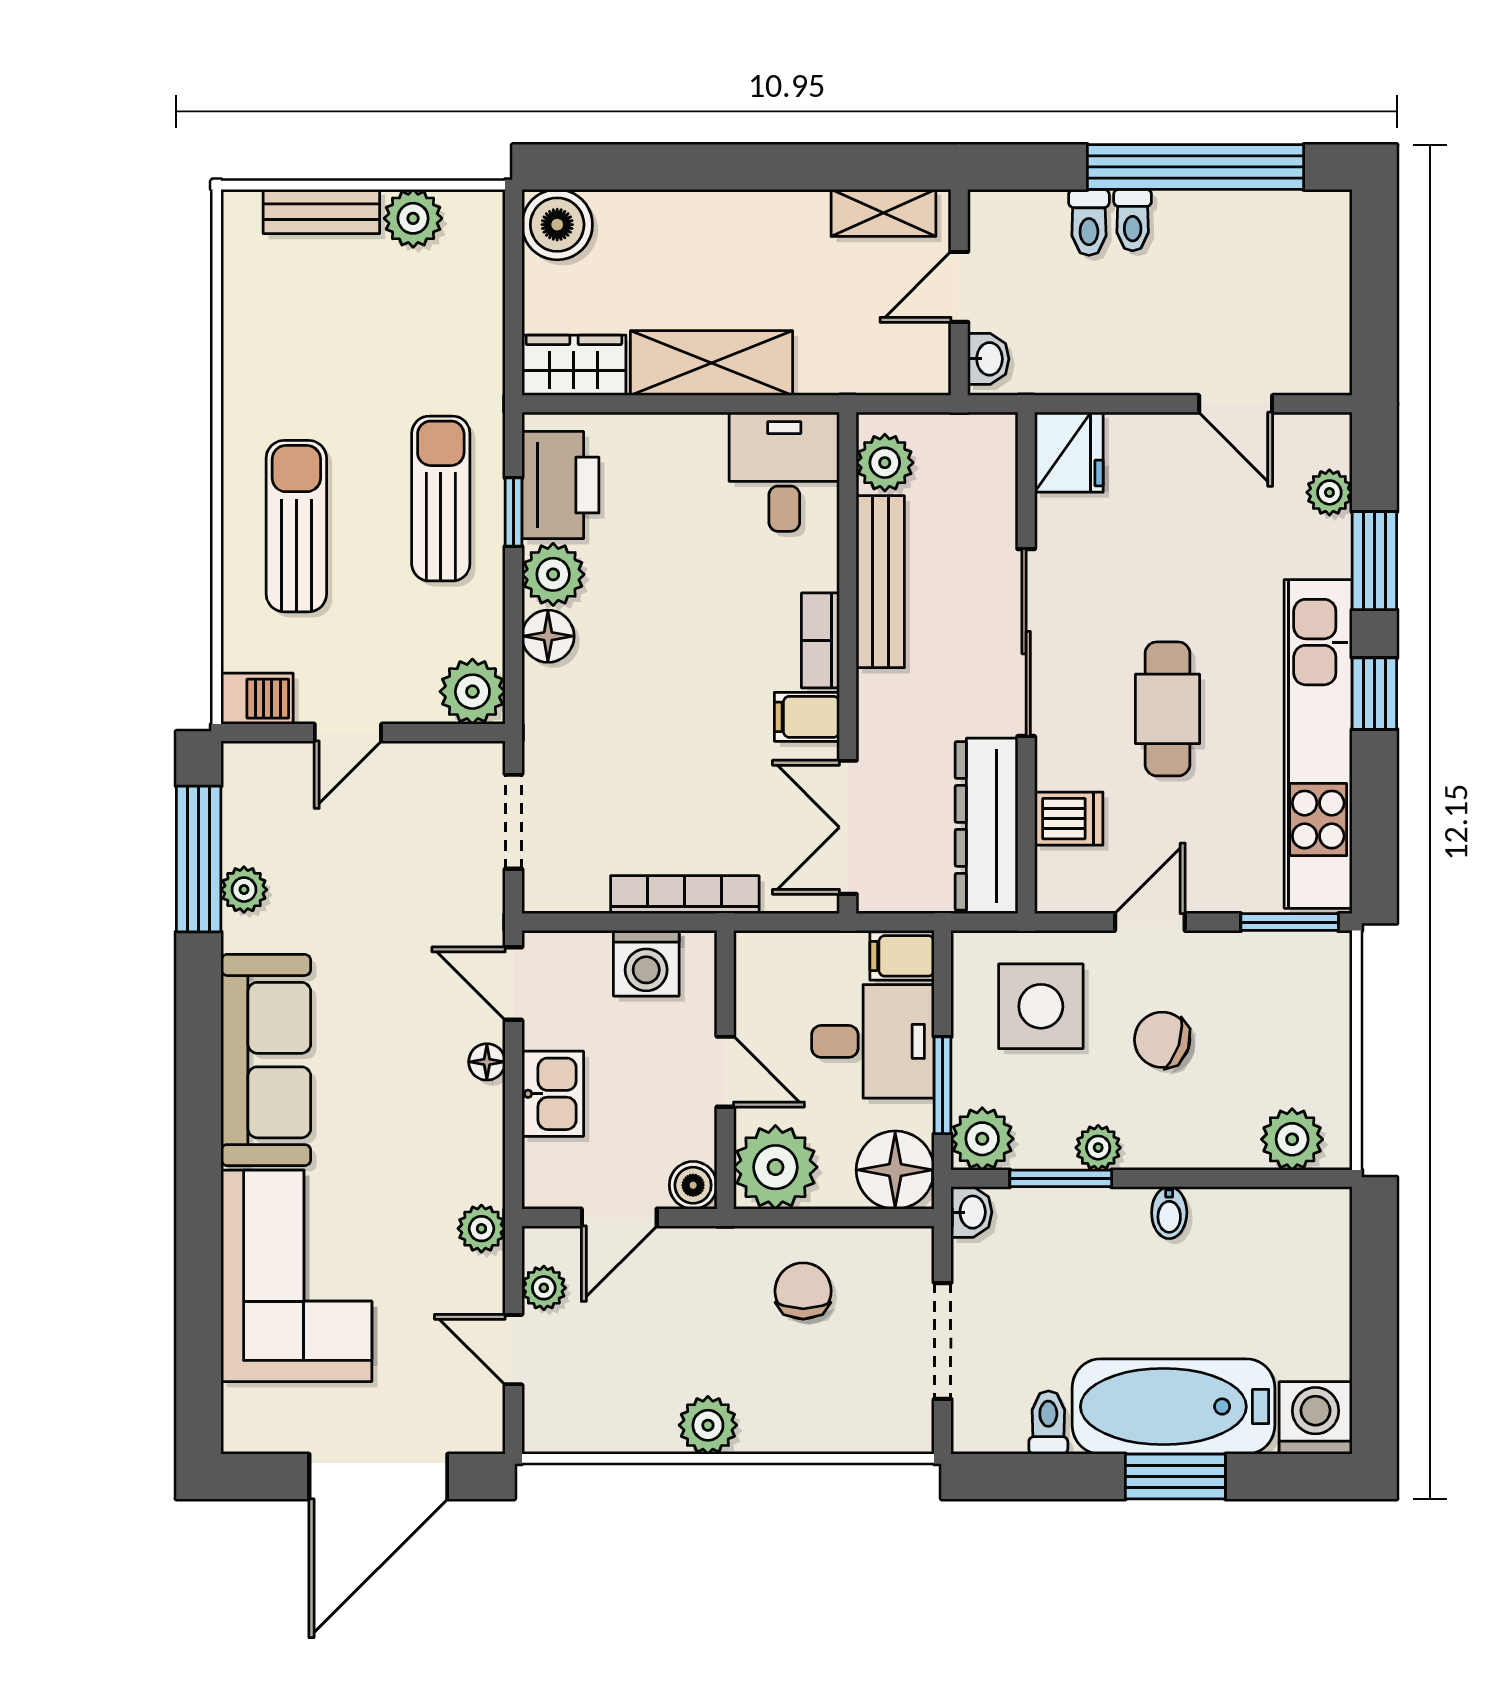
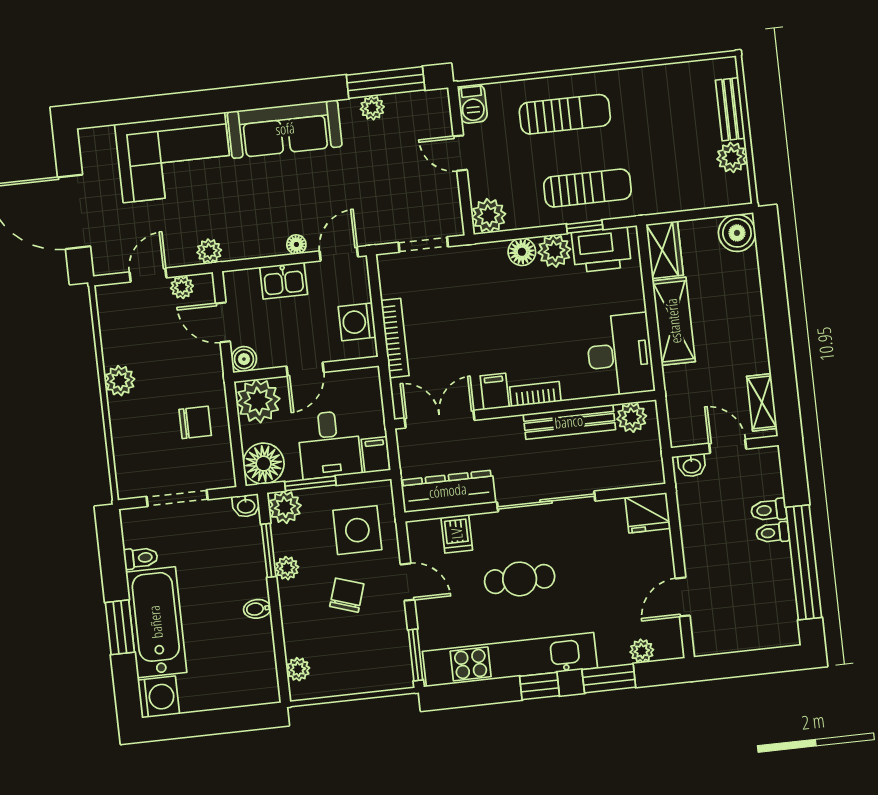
desk: (784, 472) -> (620, 355), width x1.37
plant: (1292, 1139) -> (298, 669), width x0.73, depth x0.73

